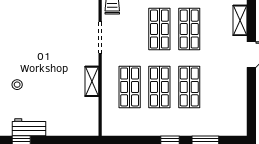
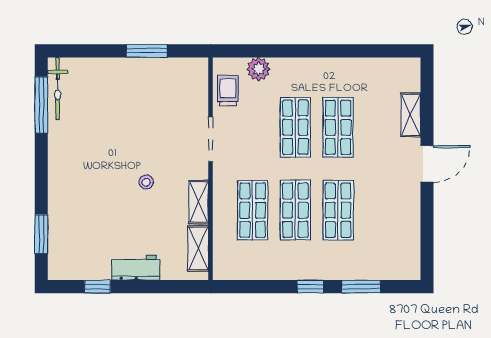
stool: (17, 85) -> (146, 182), moved
shelving: (92, 114) -> (198, 249), added
workbench: (29, 127) -> (136, 268), moved

